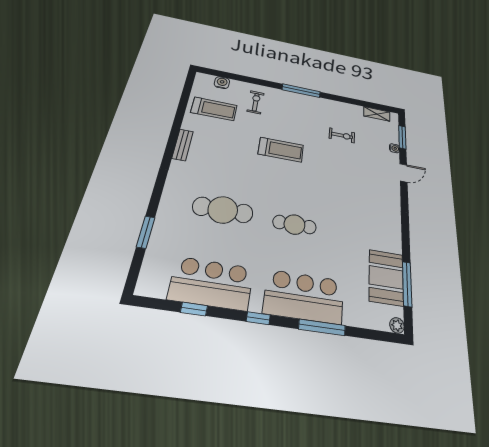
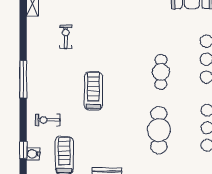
window: (228, 75) -> (23, 150), added

